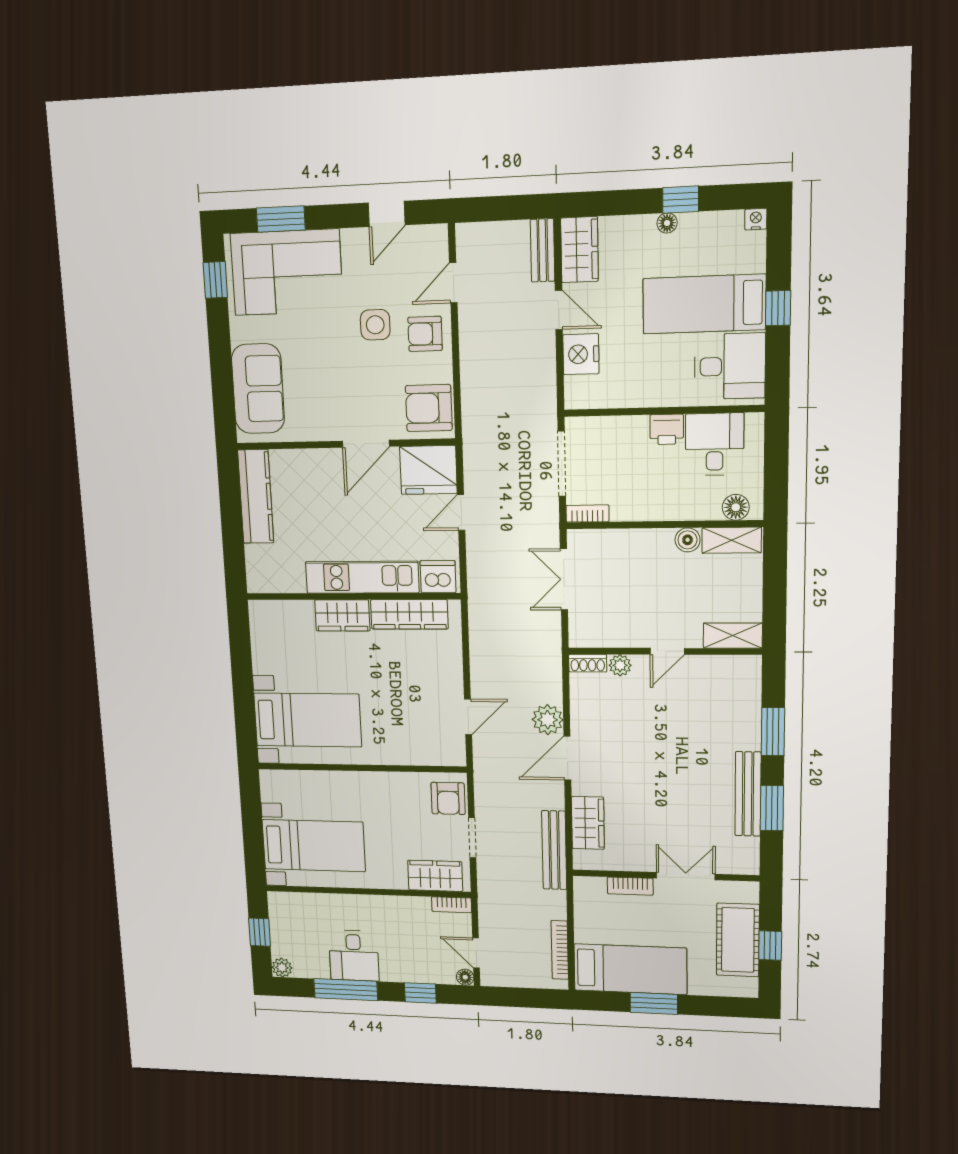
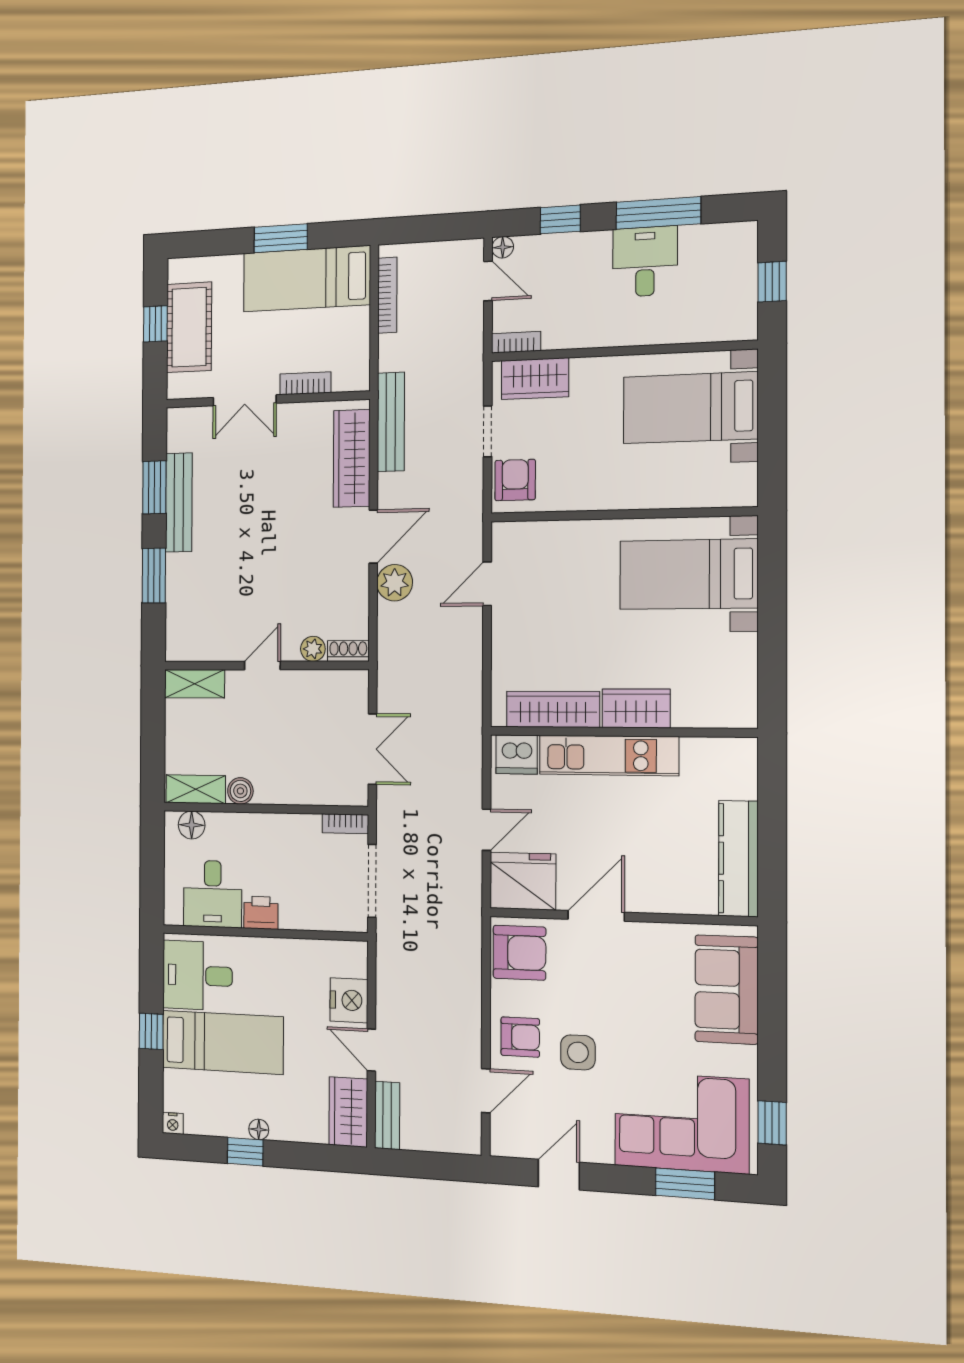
wardrobe: (588, 823) -> (352, 458), width x1.50
plant: (282, 968) -> (744, 235), removed

